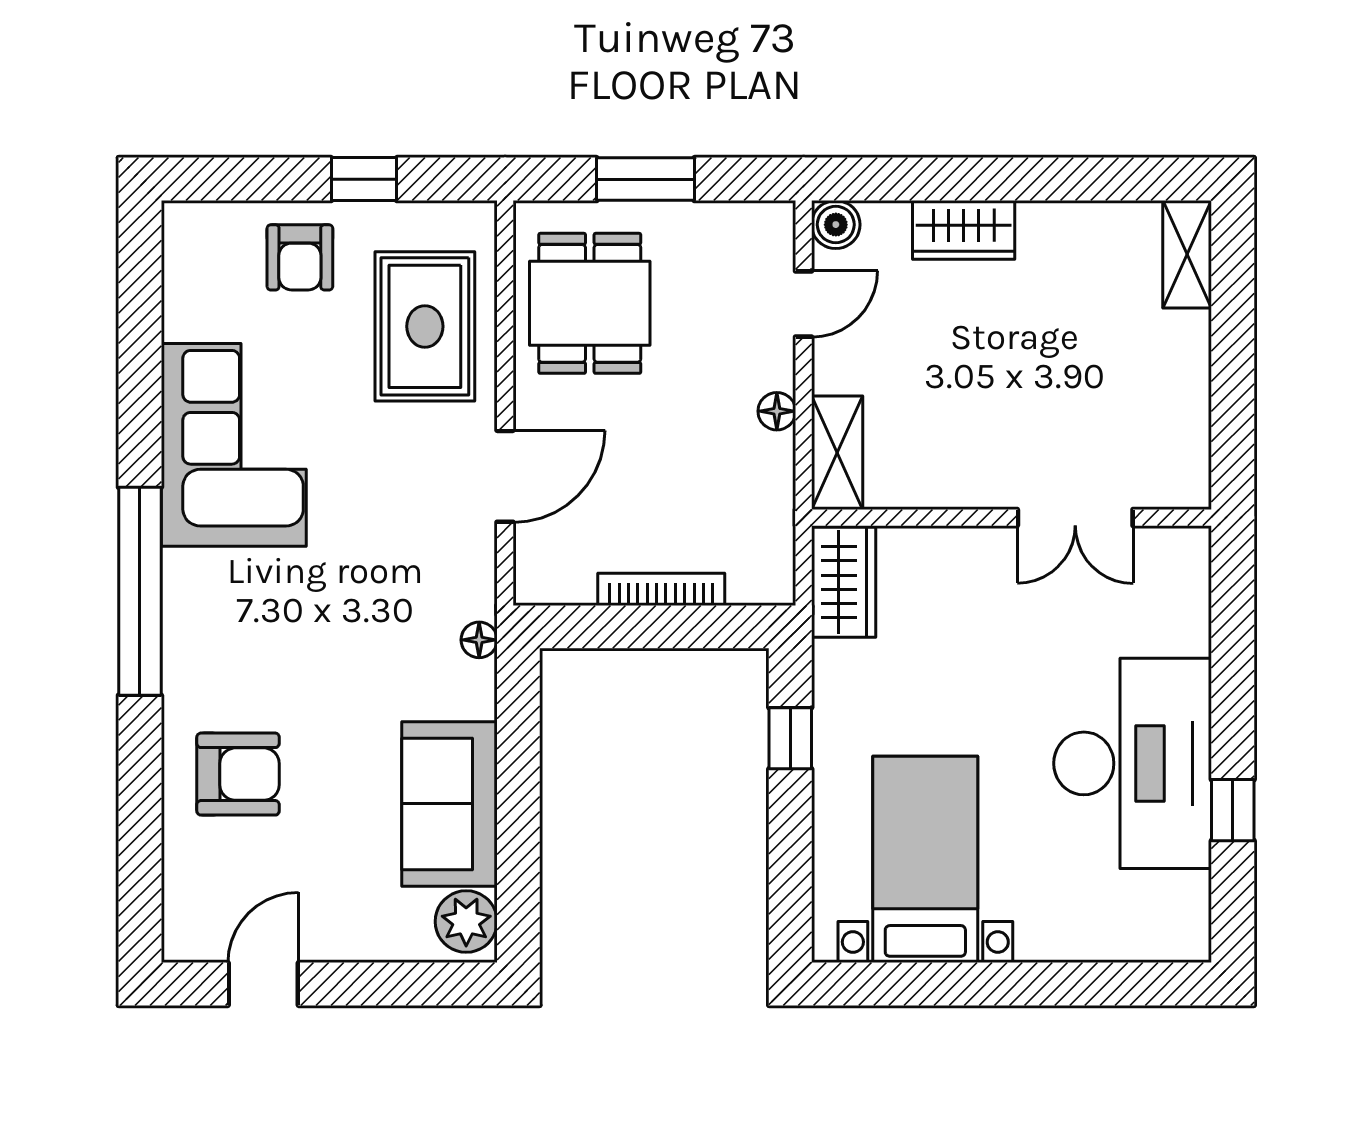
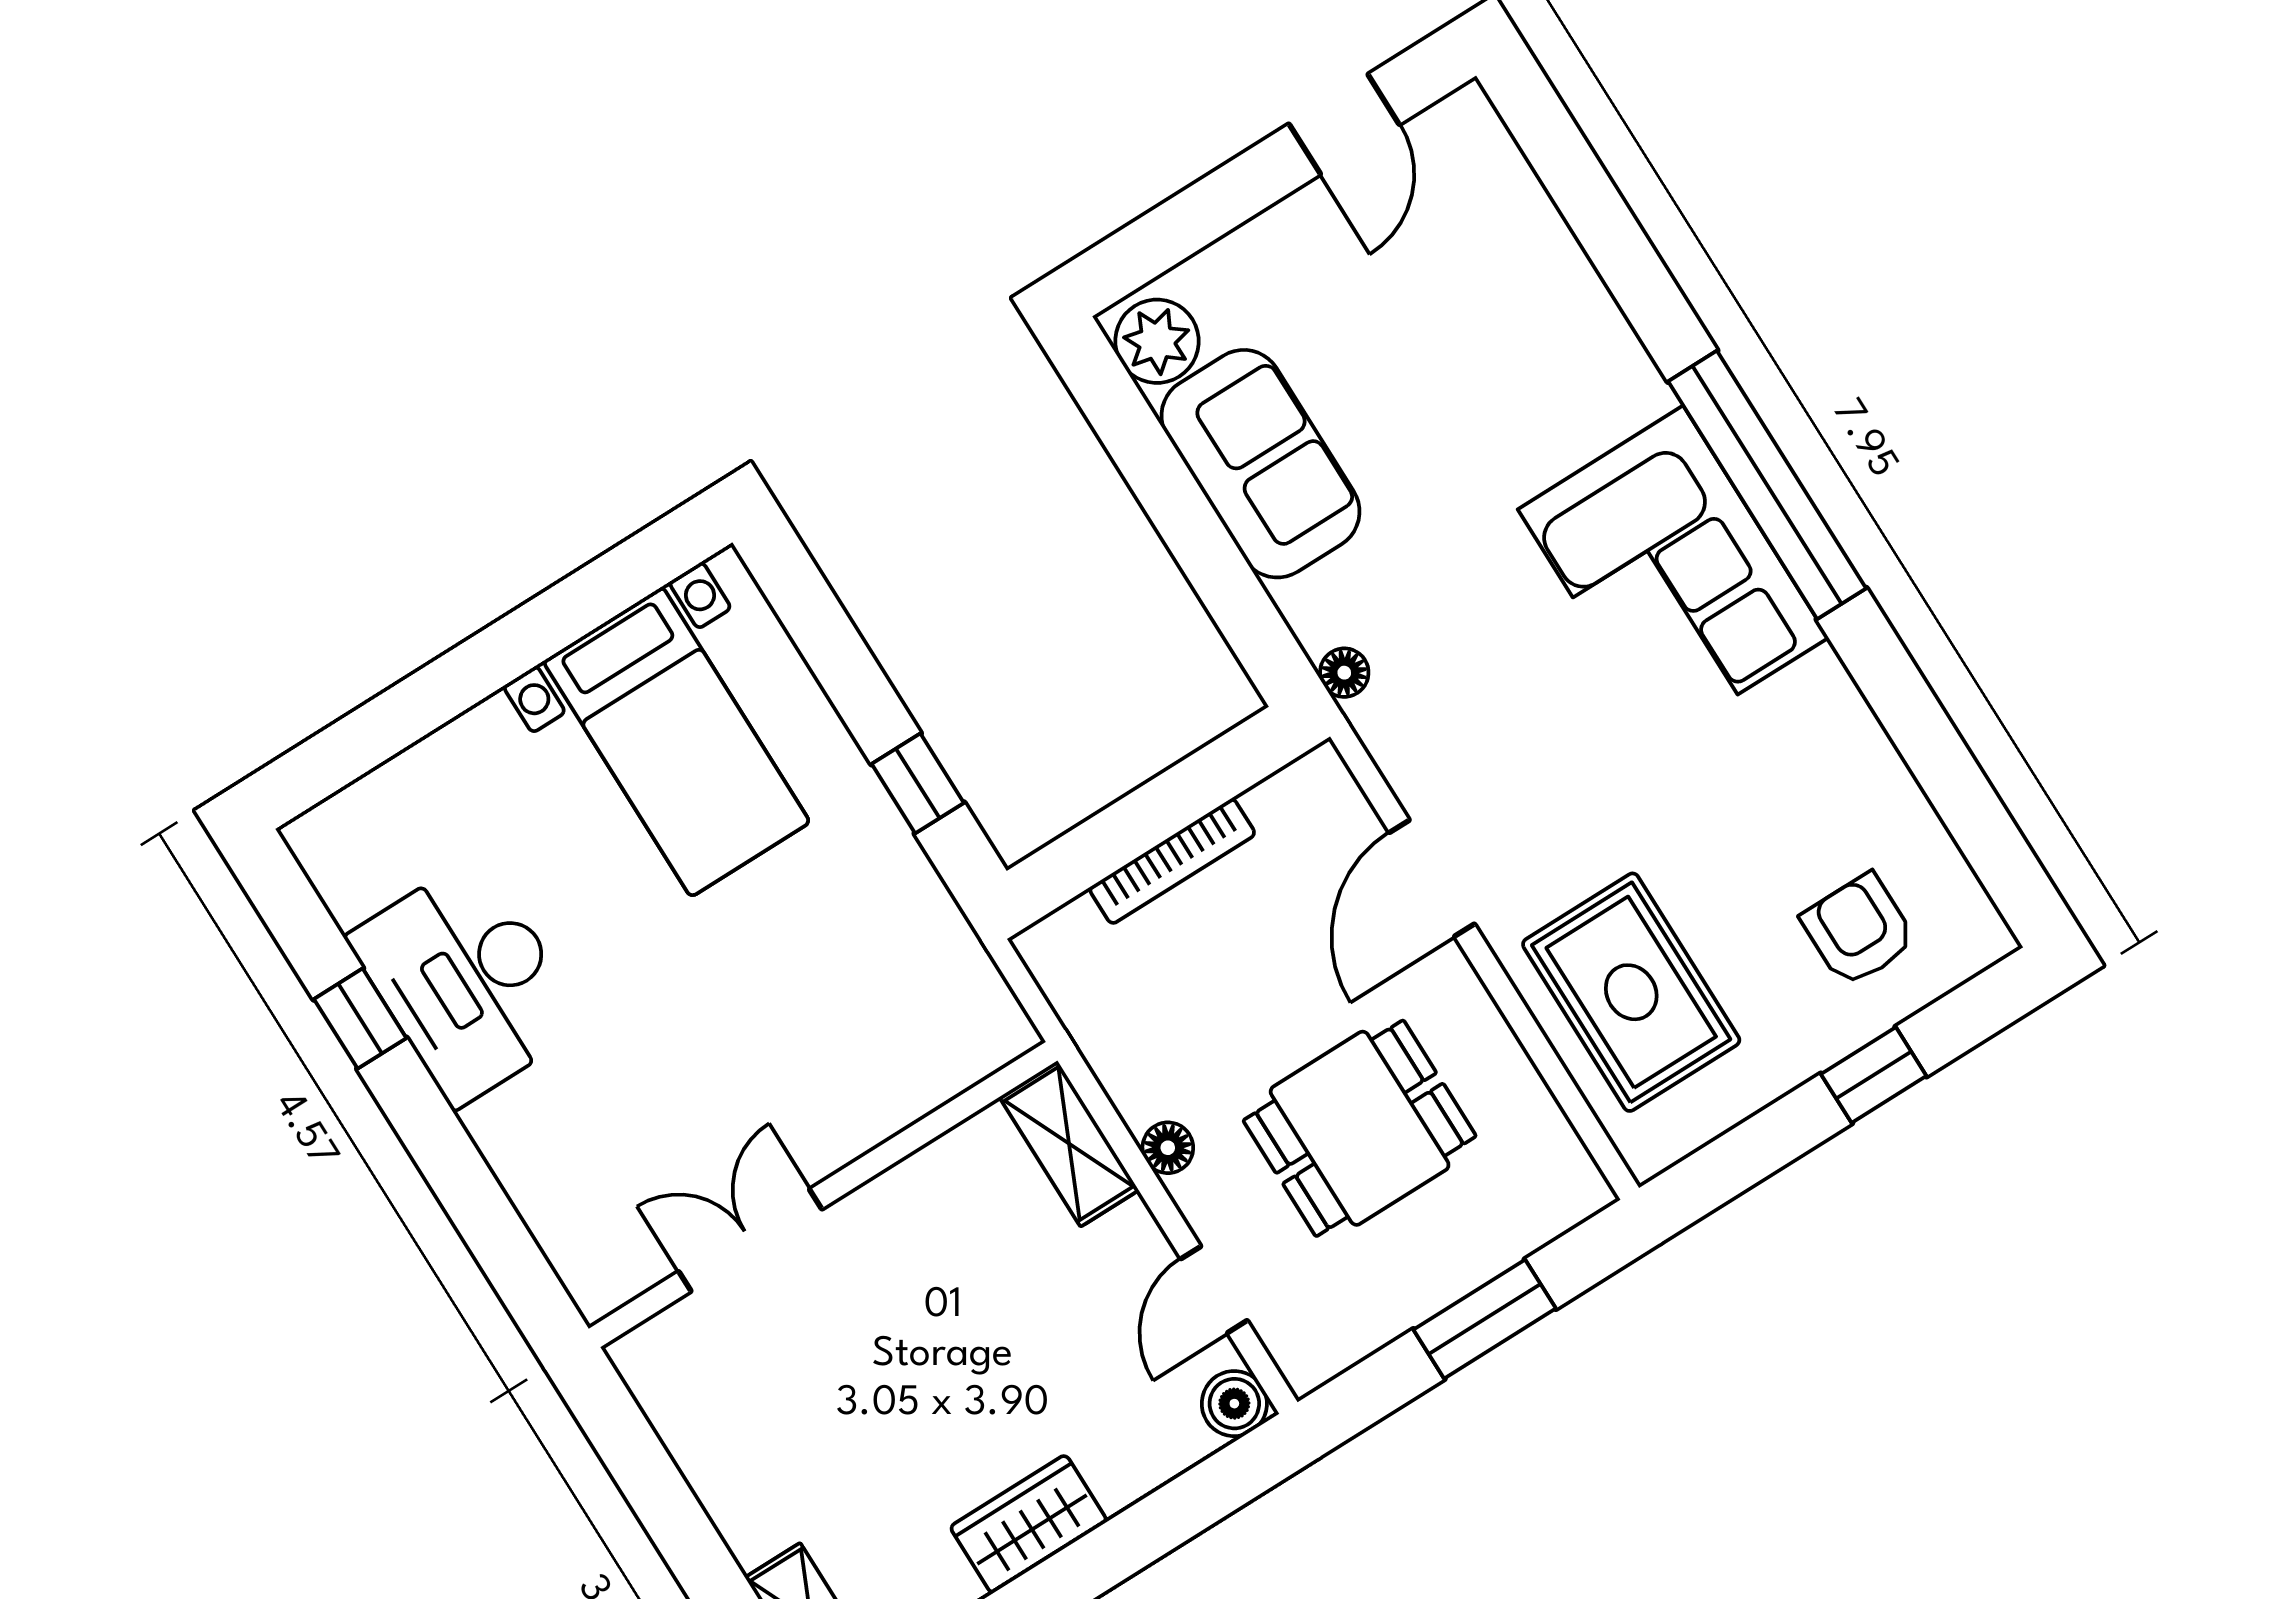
window: (364, 179) -> (1874, 1075), moved
wardrobe: (964, 230) -> (1029, 1524), moved
armchair: (300, 257) -> (1859, 930), moved
dining table: (590, 303) -> (1360, 1128), moved, turned 90
corner sofa: (234, 445) -> (1673, 573), moved
wardrobe: (844, 582) -> (969, 1000), removed
desk: (1133, 763) -> (467, 981), width x0.73, depth x0.77
armchair: (238, 774) -> (1524, 346), removed

